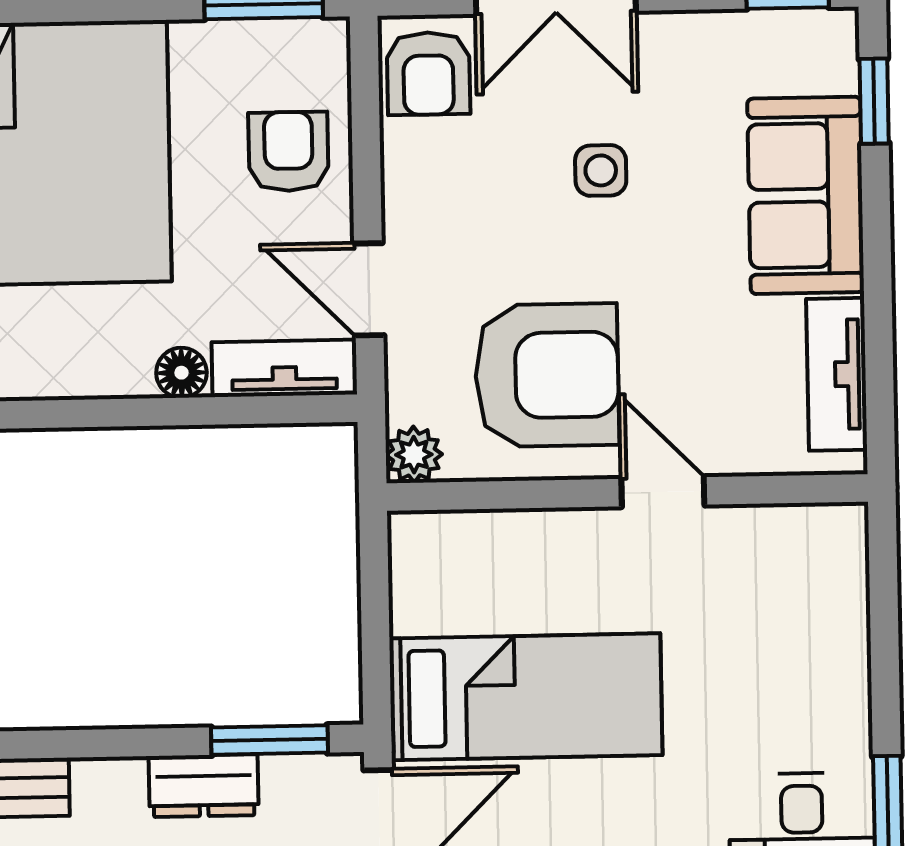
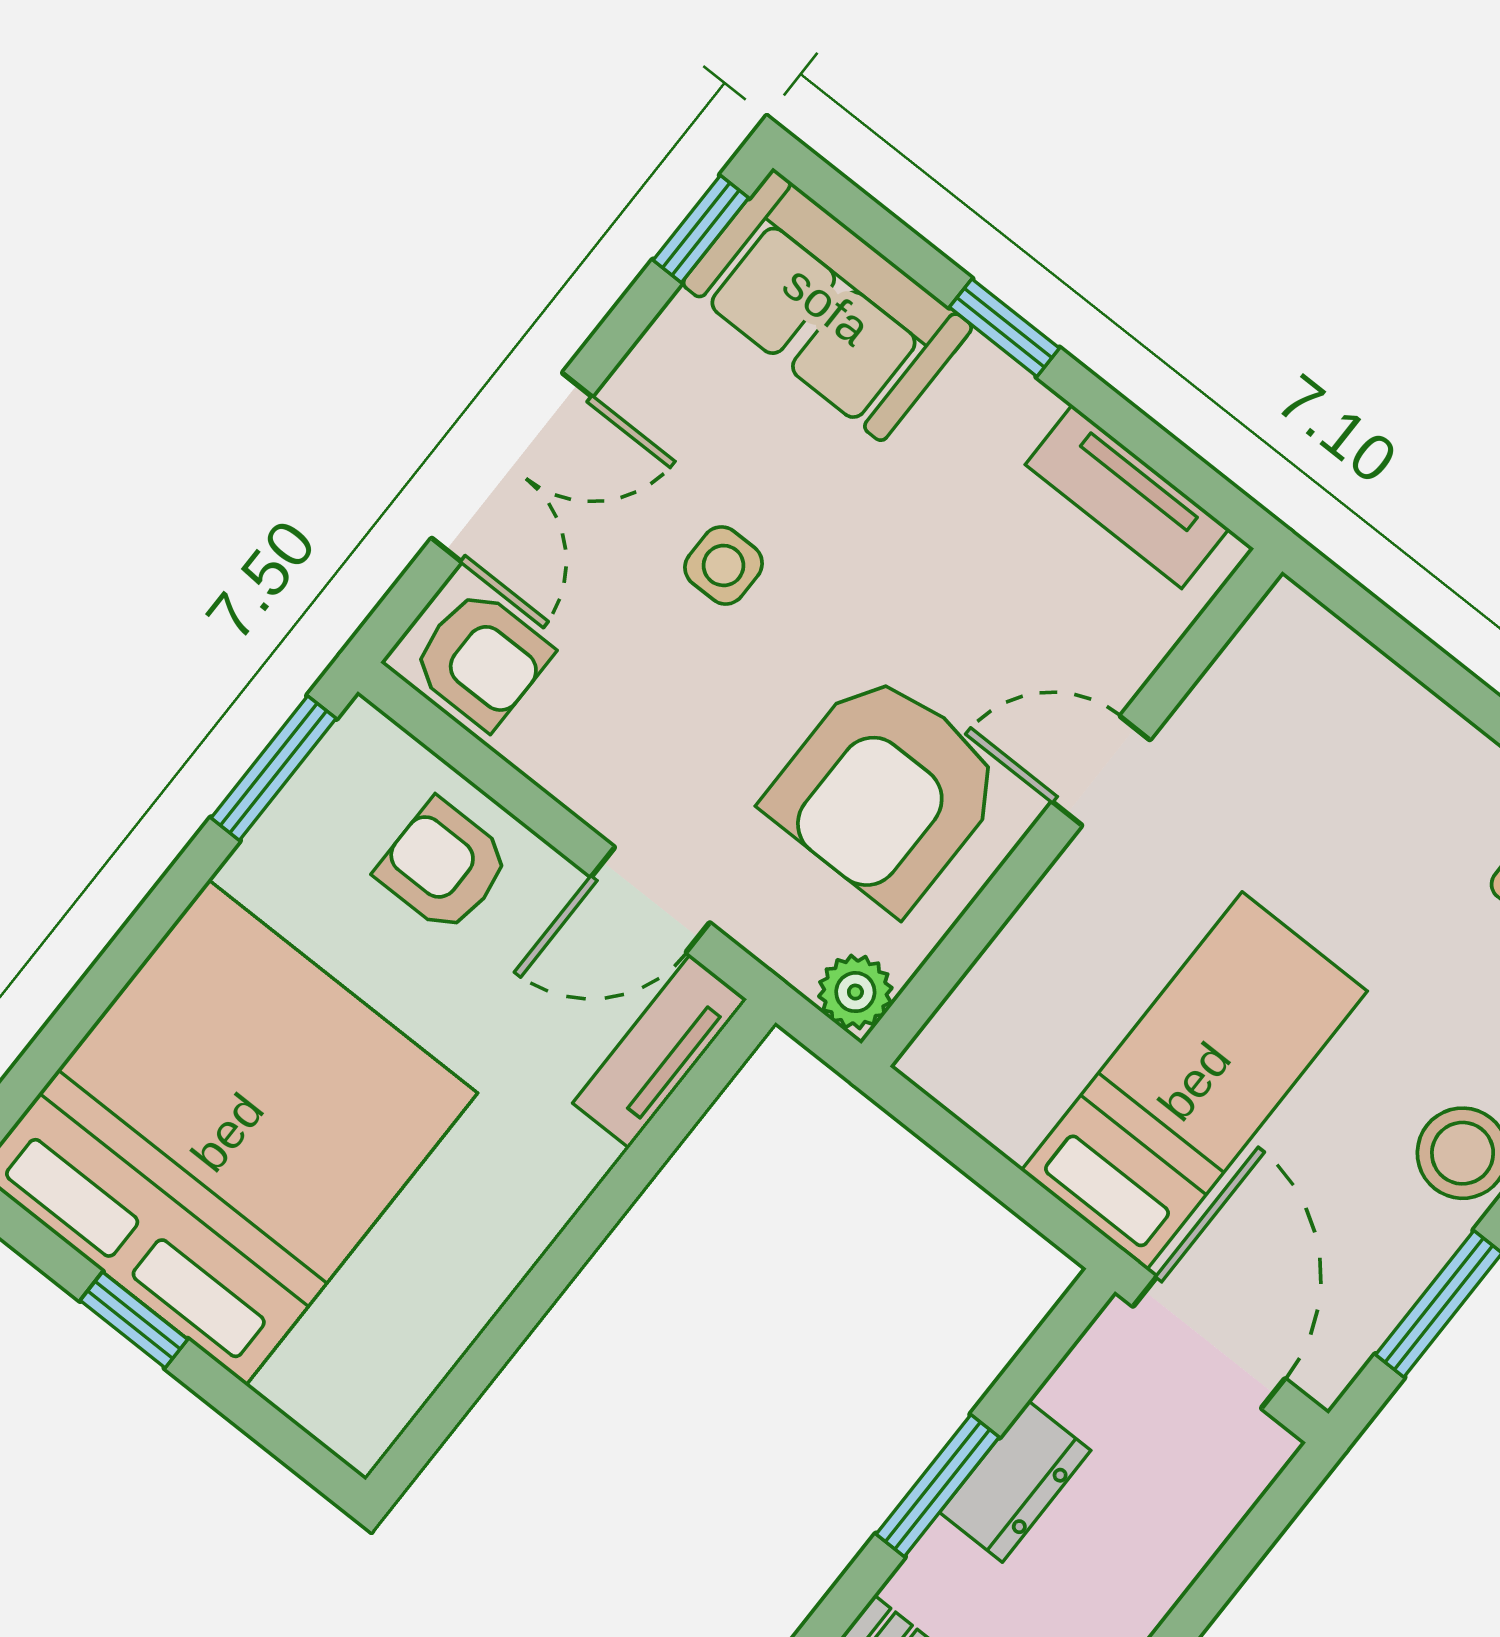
window: (874, 101) -> (1004, 328), moved
sofa: (806, 195) -> (827, 305), moved
floor lamp: (181, 373) -> (578, 1159), removed
armchair: (547, 375) -> (886, 791), turned 180
window: (269, 740) -> (938, 1486), moved

